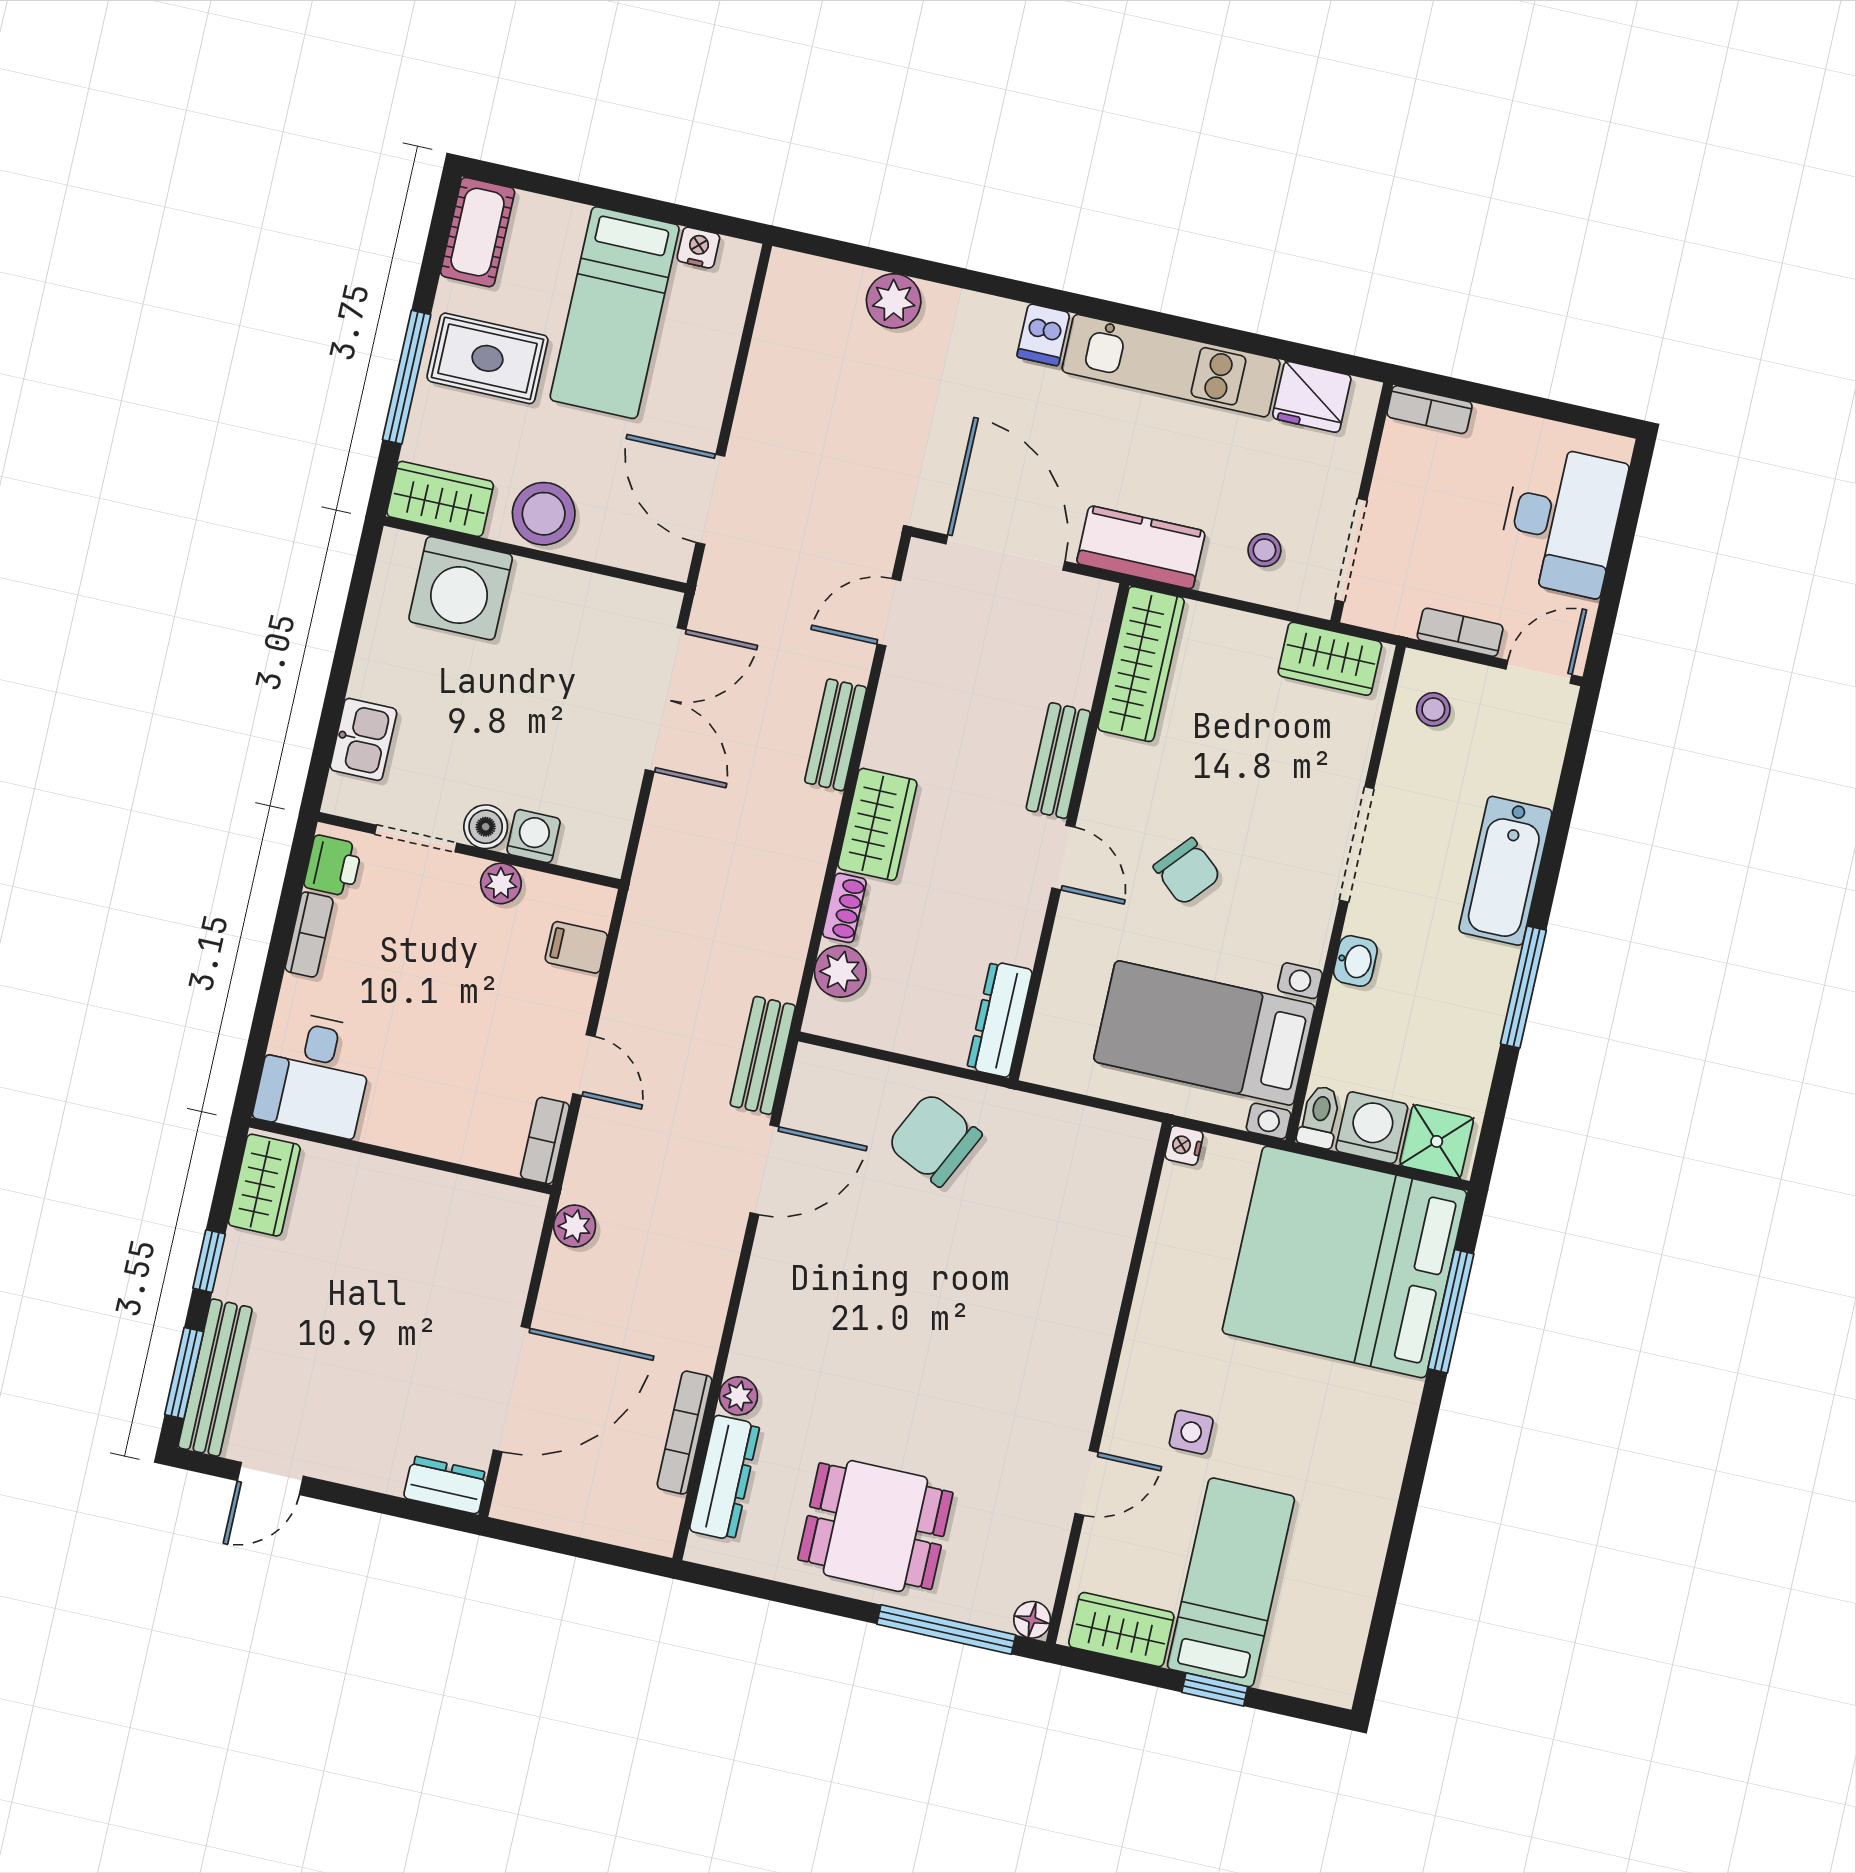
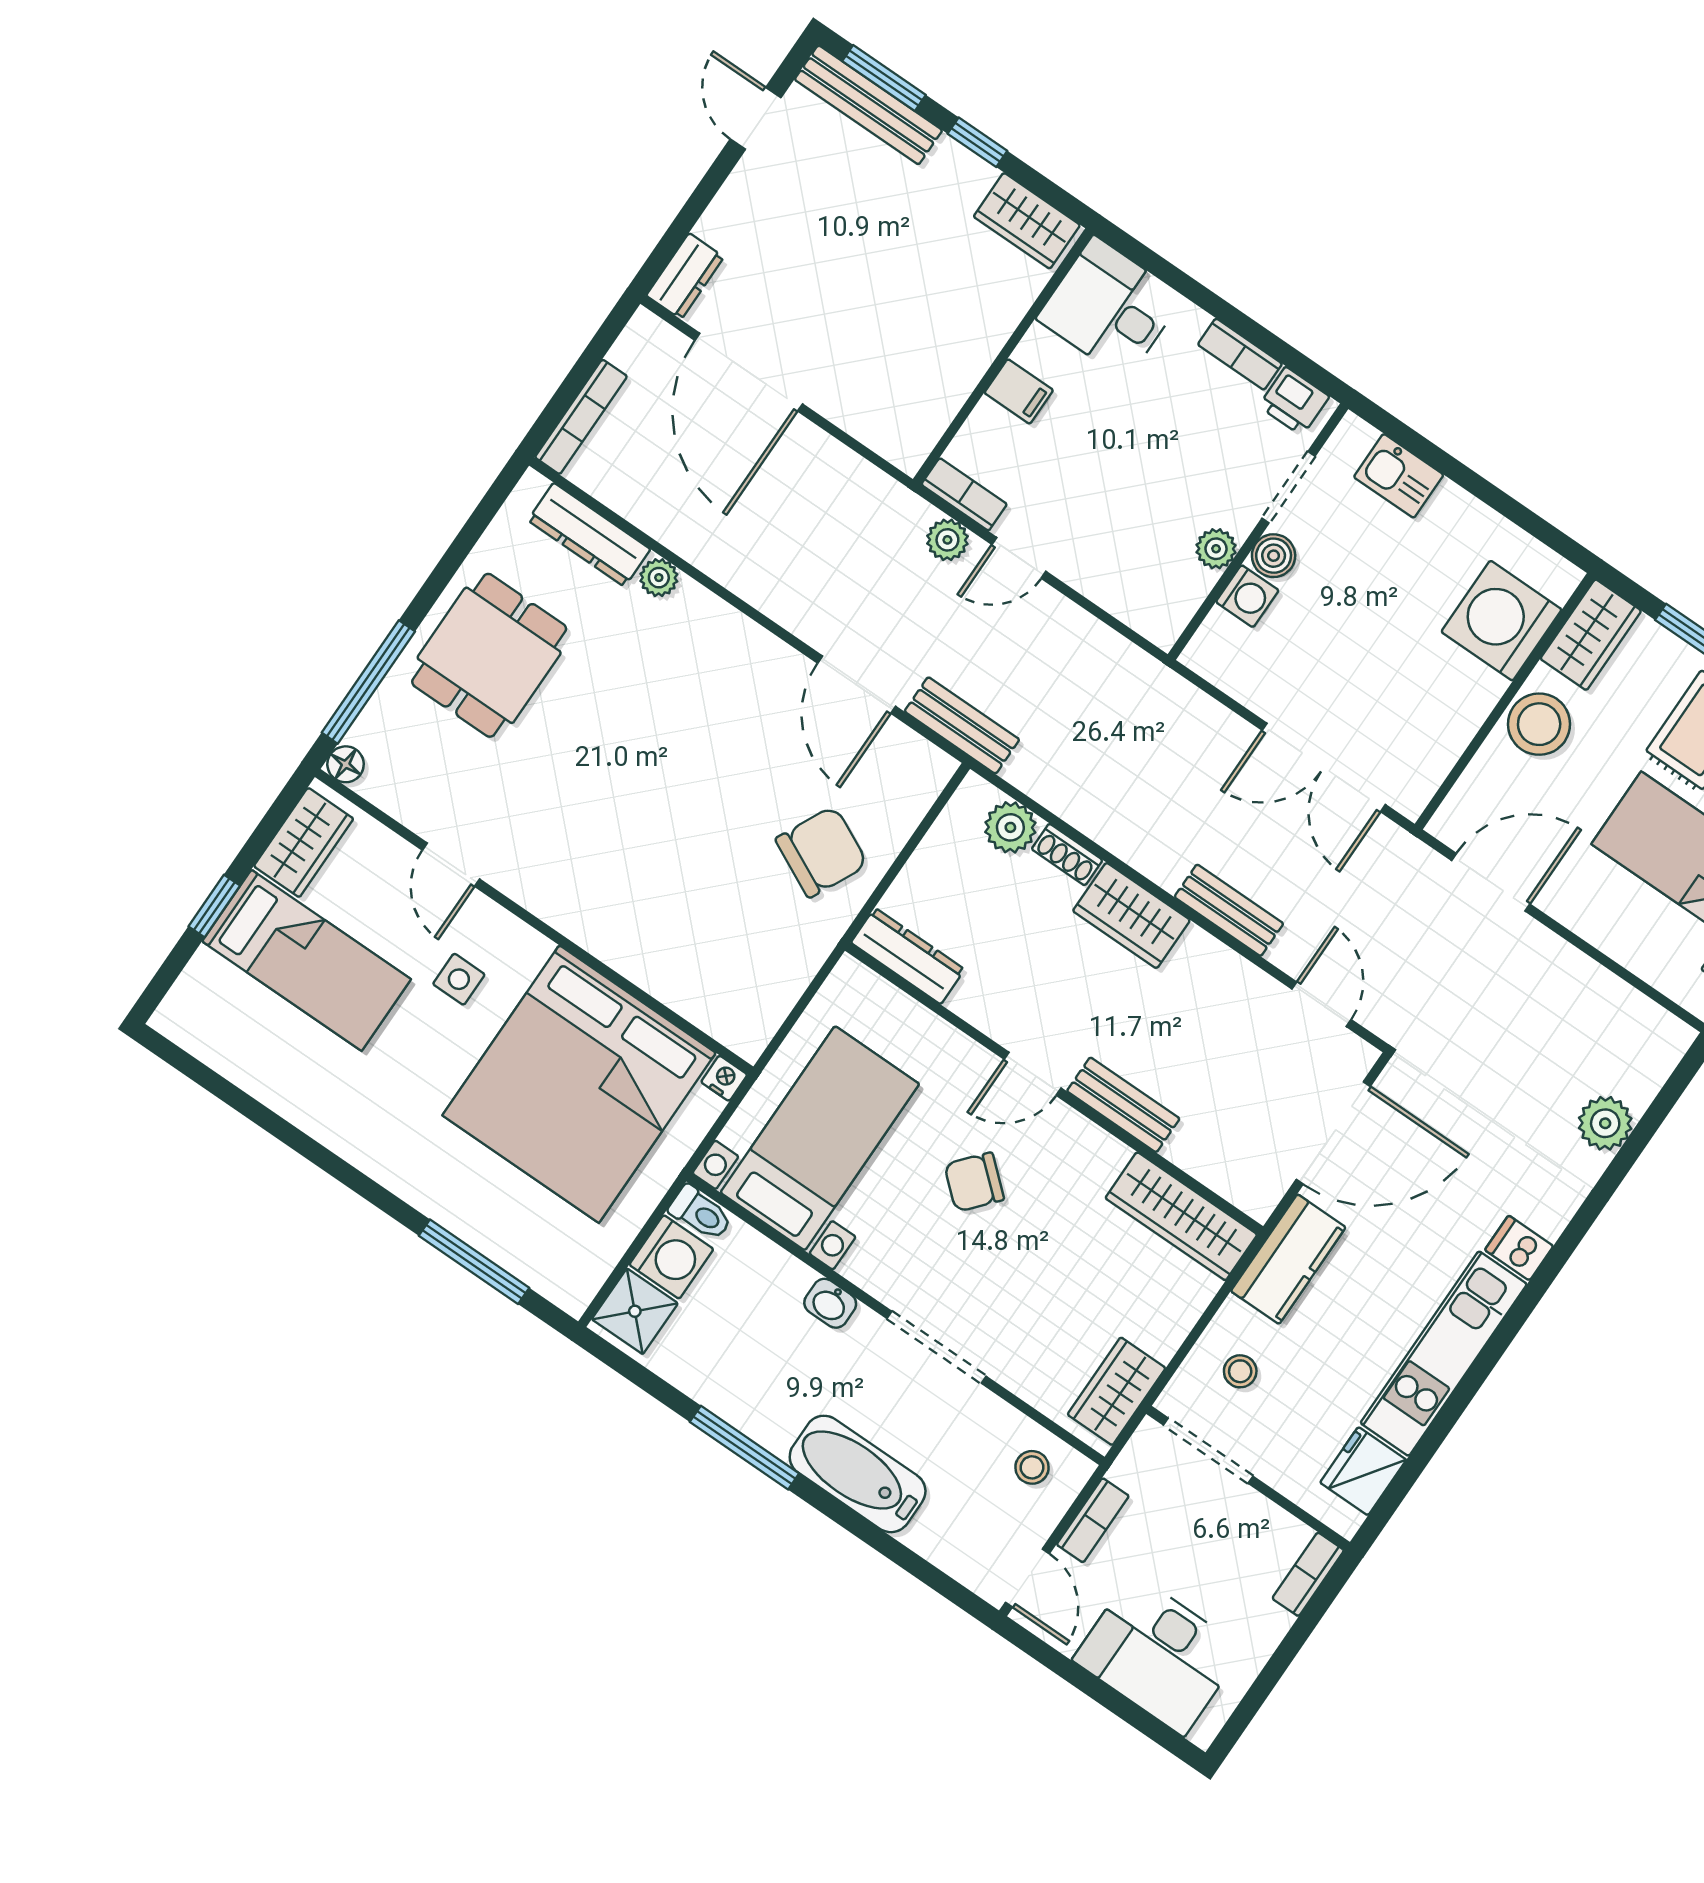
filing cabinet: (576, 947) -> (1019, 391), moved, turned 90
plant: (575, 1226) -> (947, 540), moved
bed: (1345, 1262) -> (579, 1084), moved, turned 180
bookcase: (685, 1433) -> (581, 417), moved, turned 90

